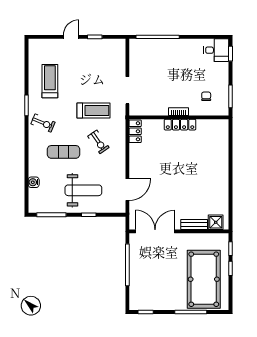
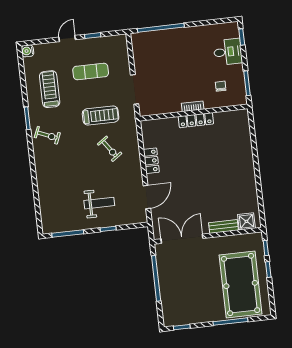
desk: (216, 50) -> (228, 52), moved
locker: (135, 131) -> (151, 161), moved
exercise mat: (64, 152) -> (91, 72), moved
water cooler: (34, 182) -> (27, 51), moved
weight bench: (83, 190) -> (99, 203), width x0.73, depth x0.75

